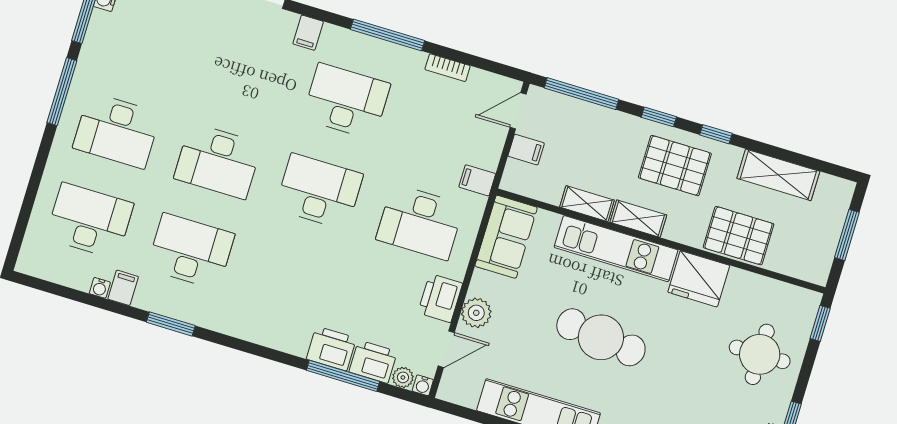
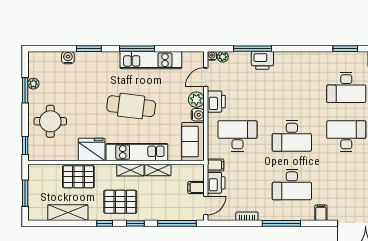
water cooler: (482, 284) -> (198, 115), added
printer: (373, 362) -> (216, 183), moved, turned -90

